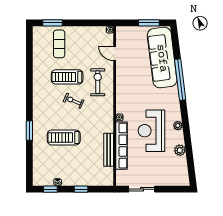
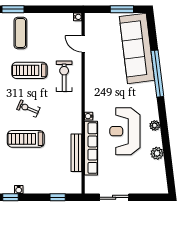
exercise bike: (74, 101) -> (28, 109), moved
window: (81, 189) -> (58, 197), moved

